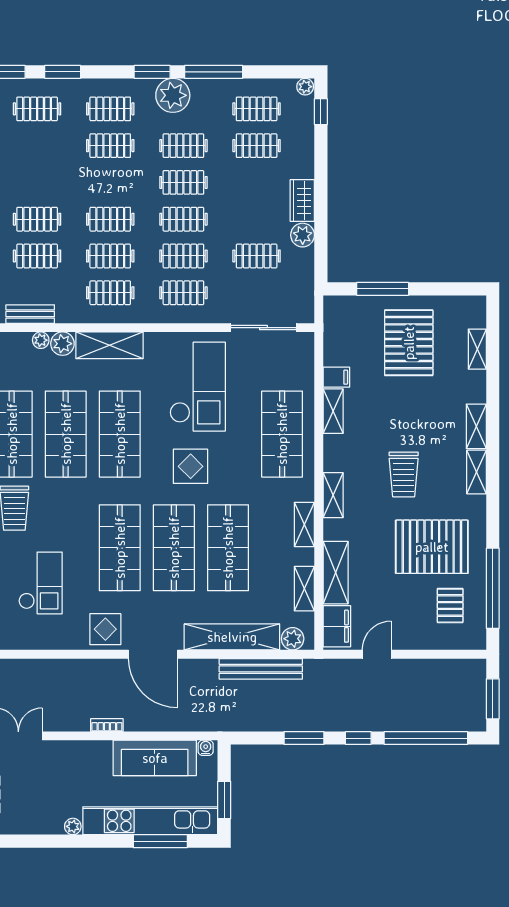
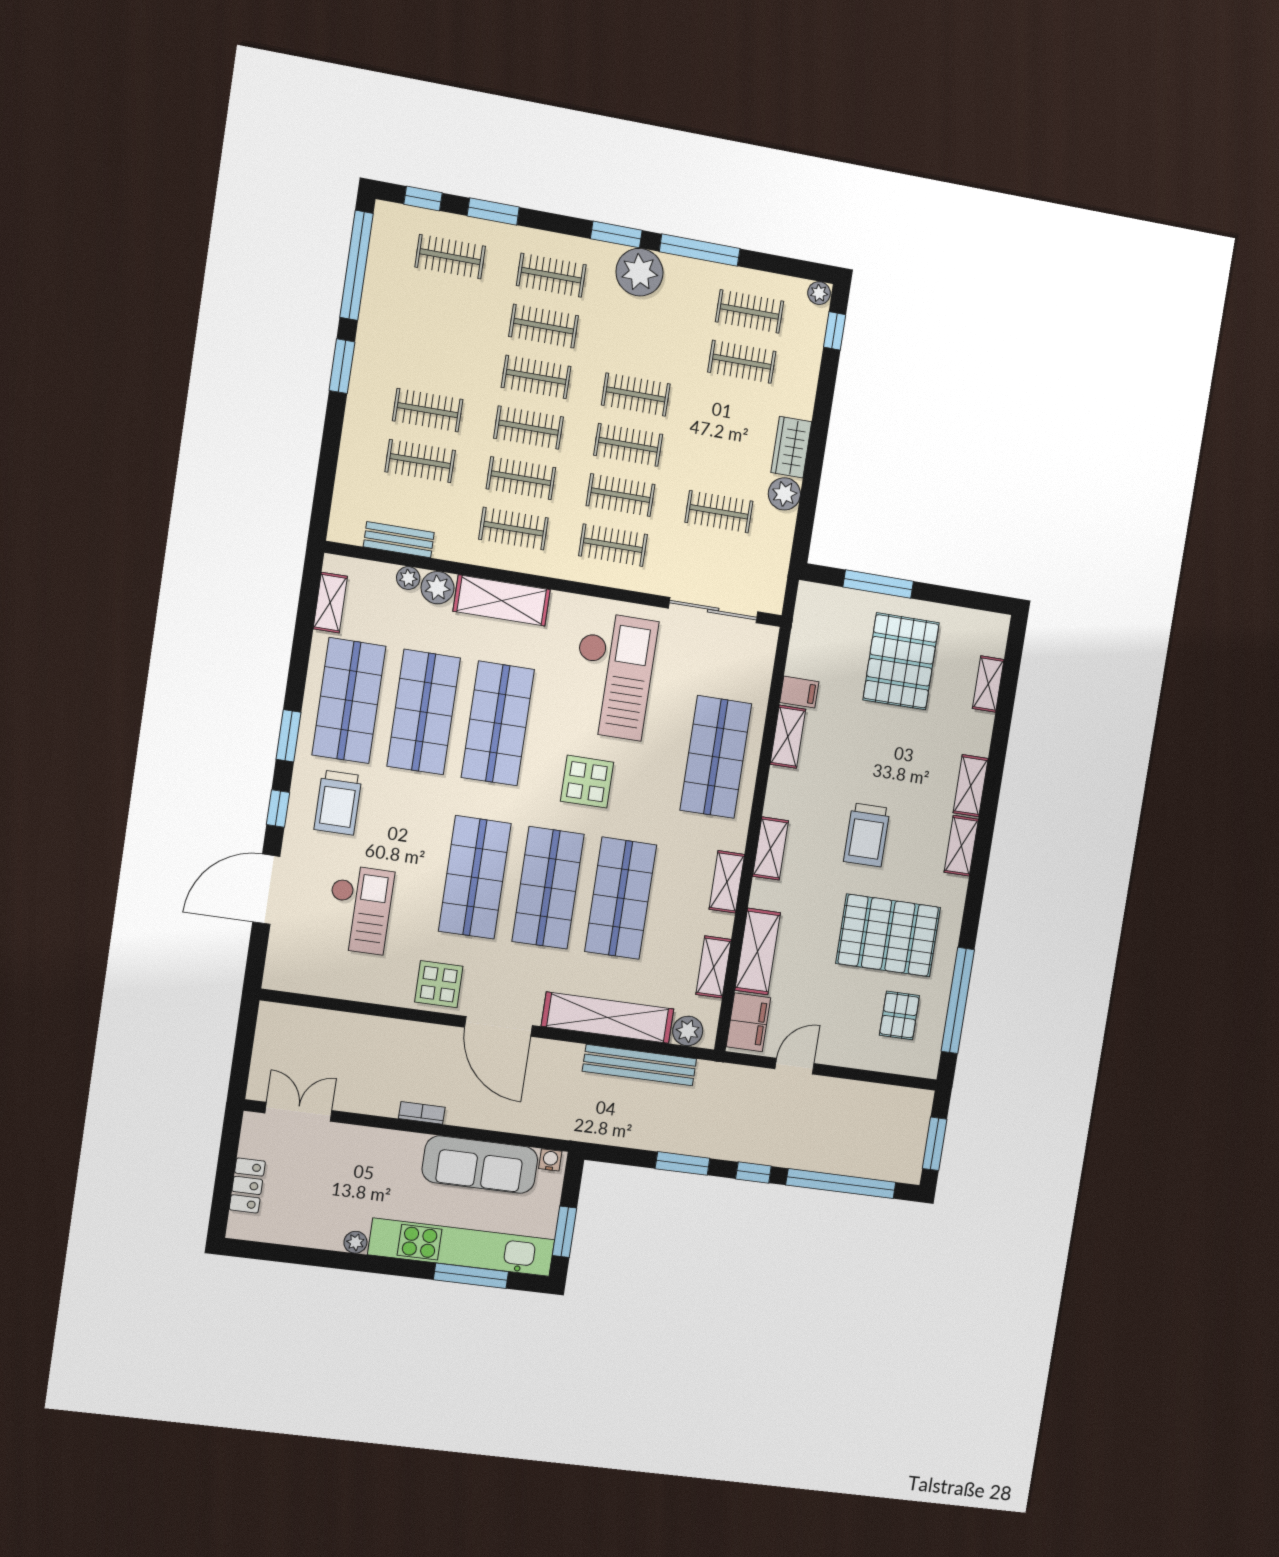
clothes rail: (183, 146) -> (536, 377), moved

